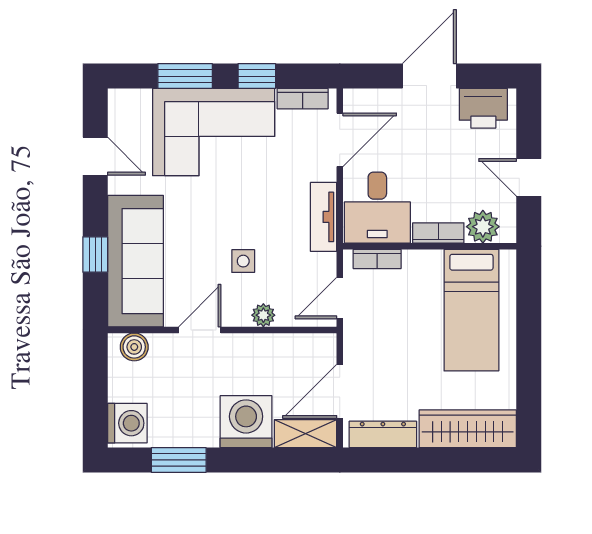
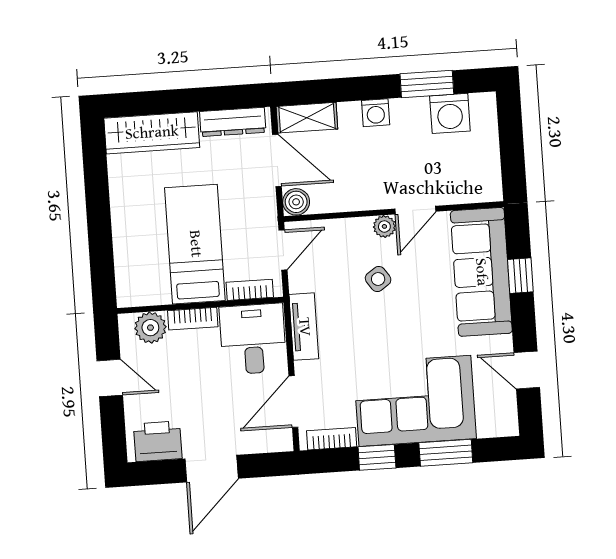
side table: (243, 261) -> (378, 279), turned -34
bed: (471, 310) -> (195, 244), moved
plant: (263, 315) -> (384, 226), moved
boiler: (134, 347) -> (296, 202), moved
door: (340, 391) -> (277, 160), hinge flipped
washing machine: (246, 422) -> (376, 113), width x0.53, depth x0.53
washing machine: (127, 423) -> (450, 113), moved, turned -90

